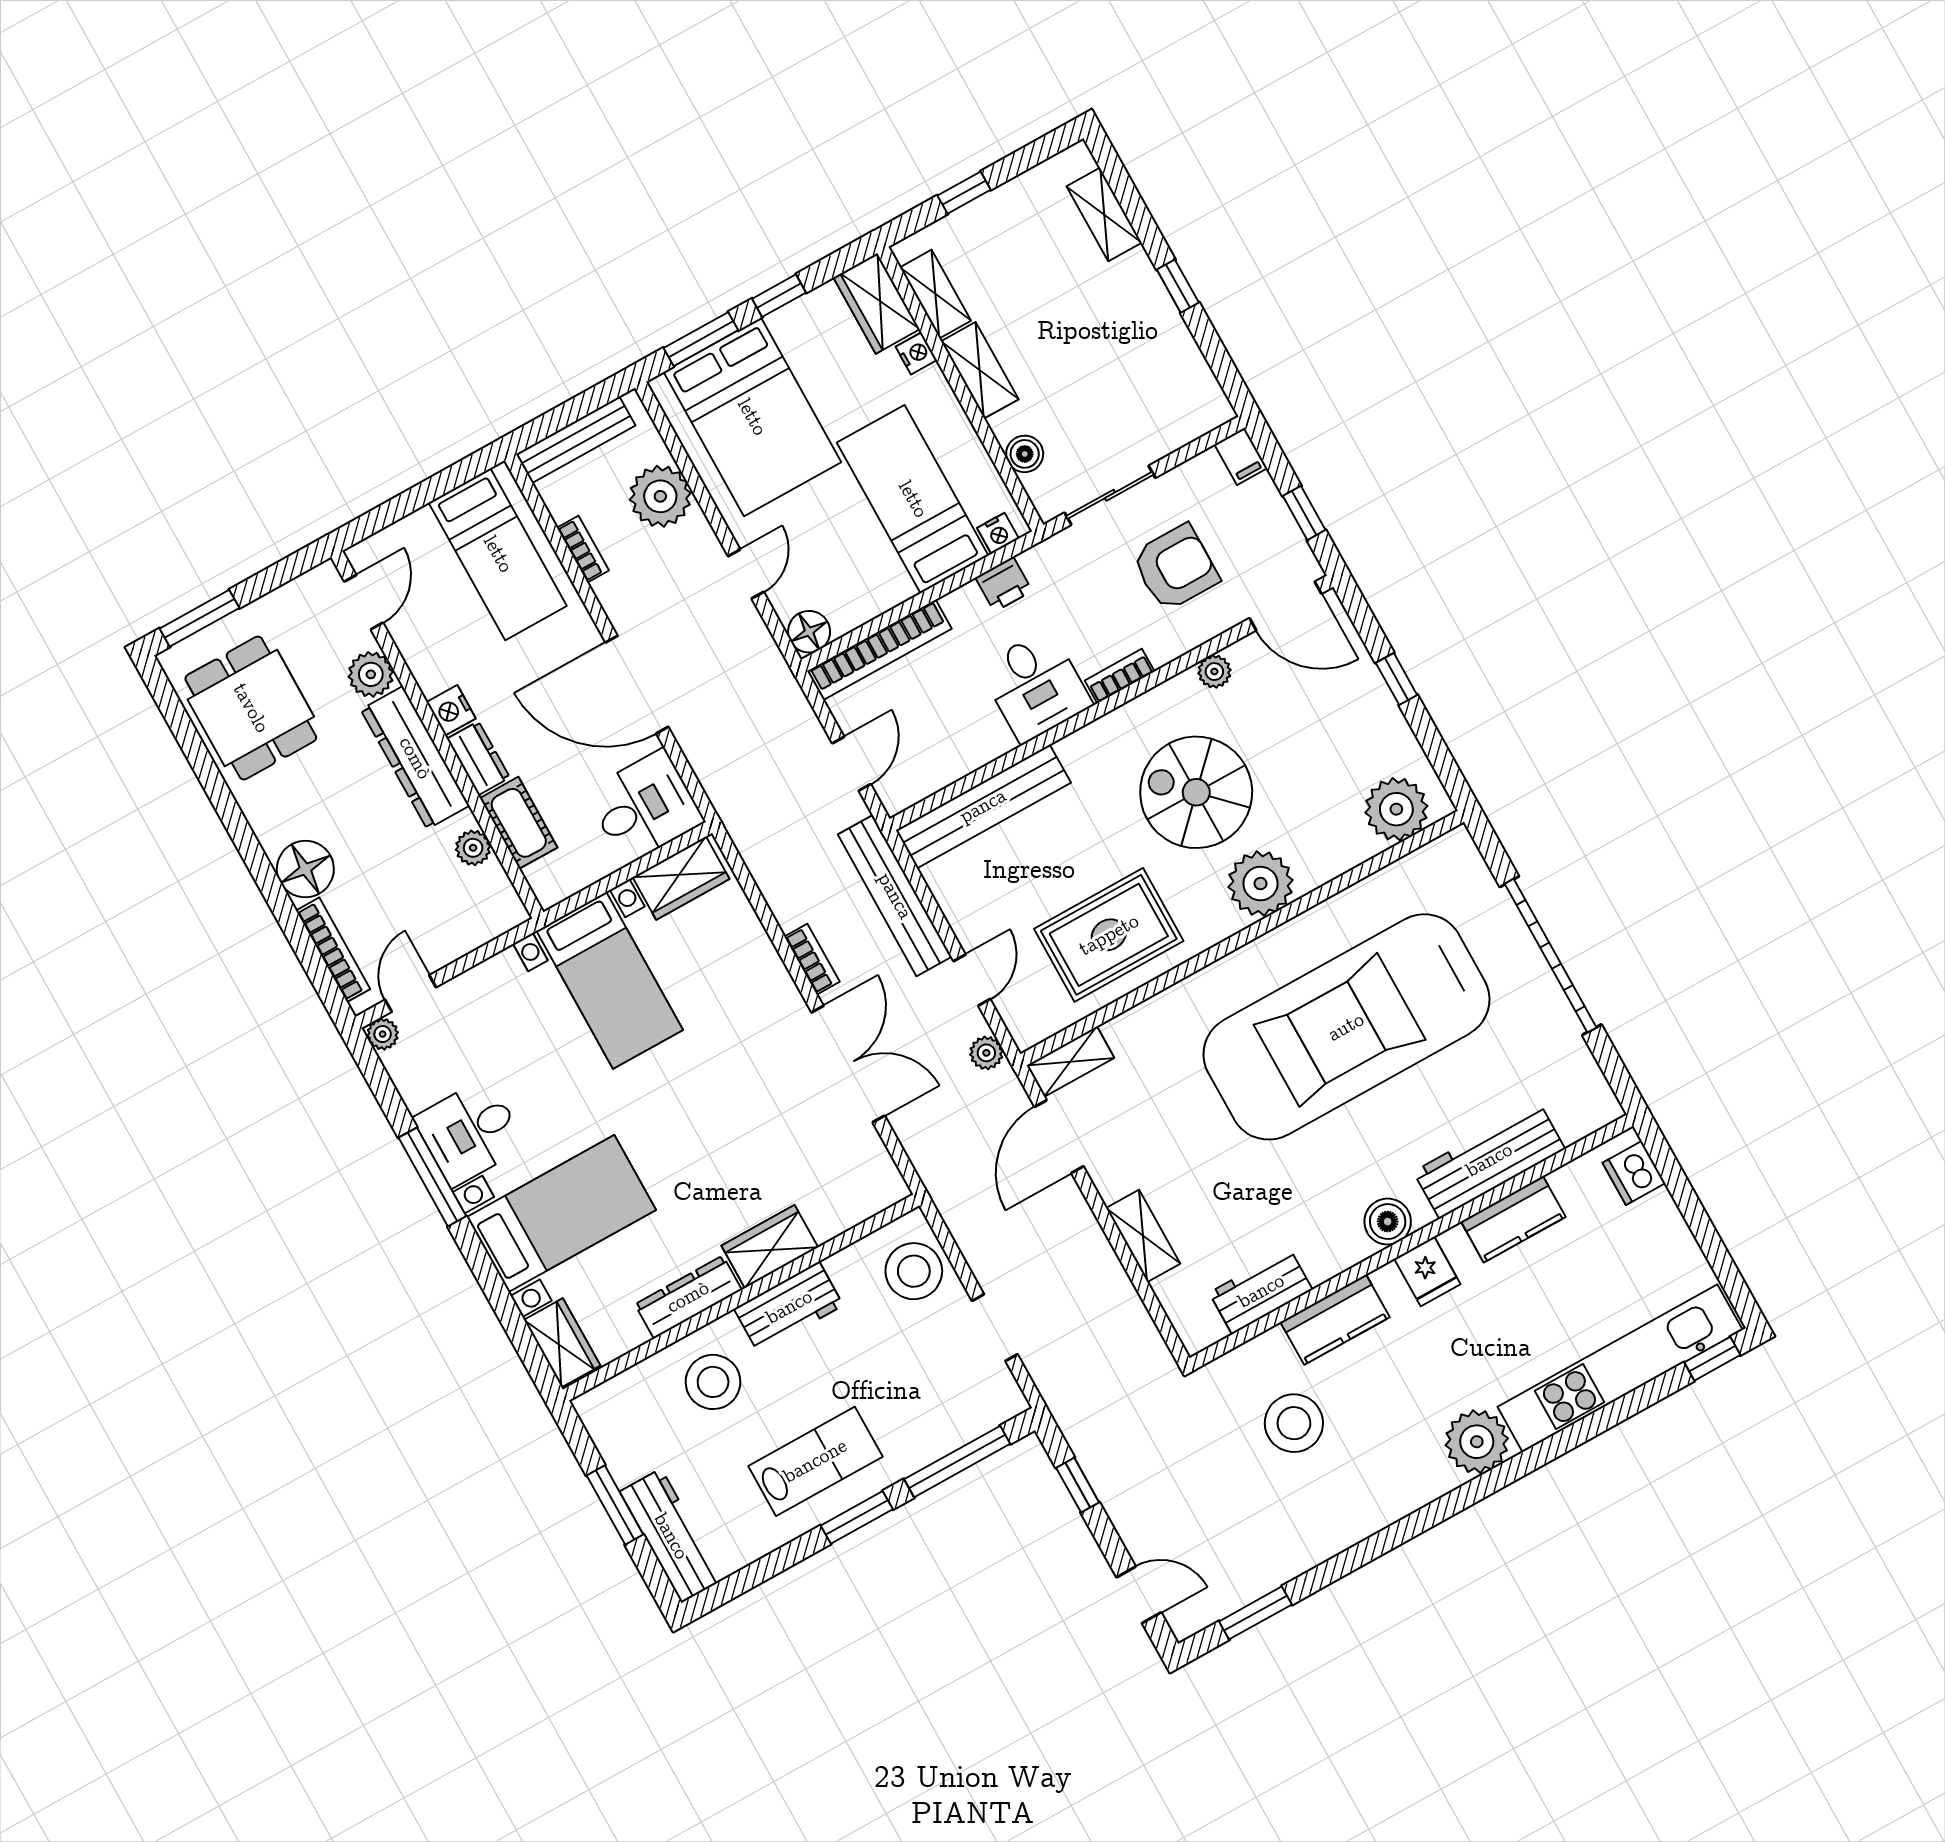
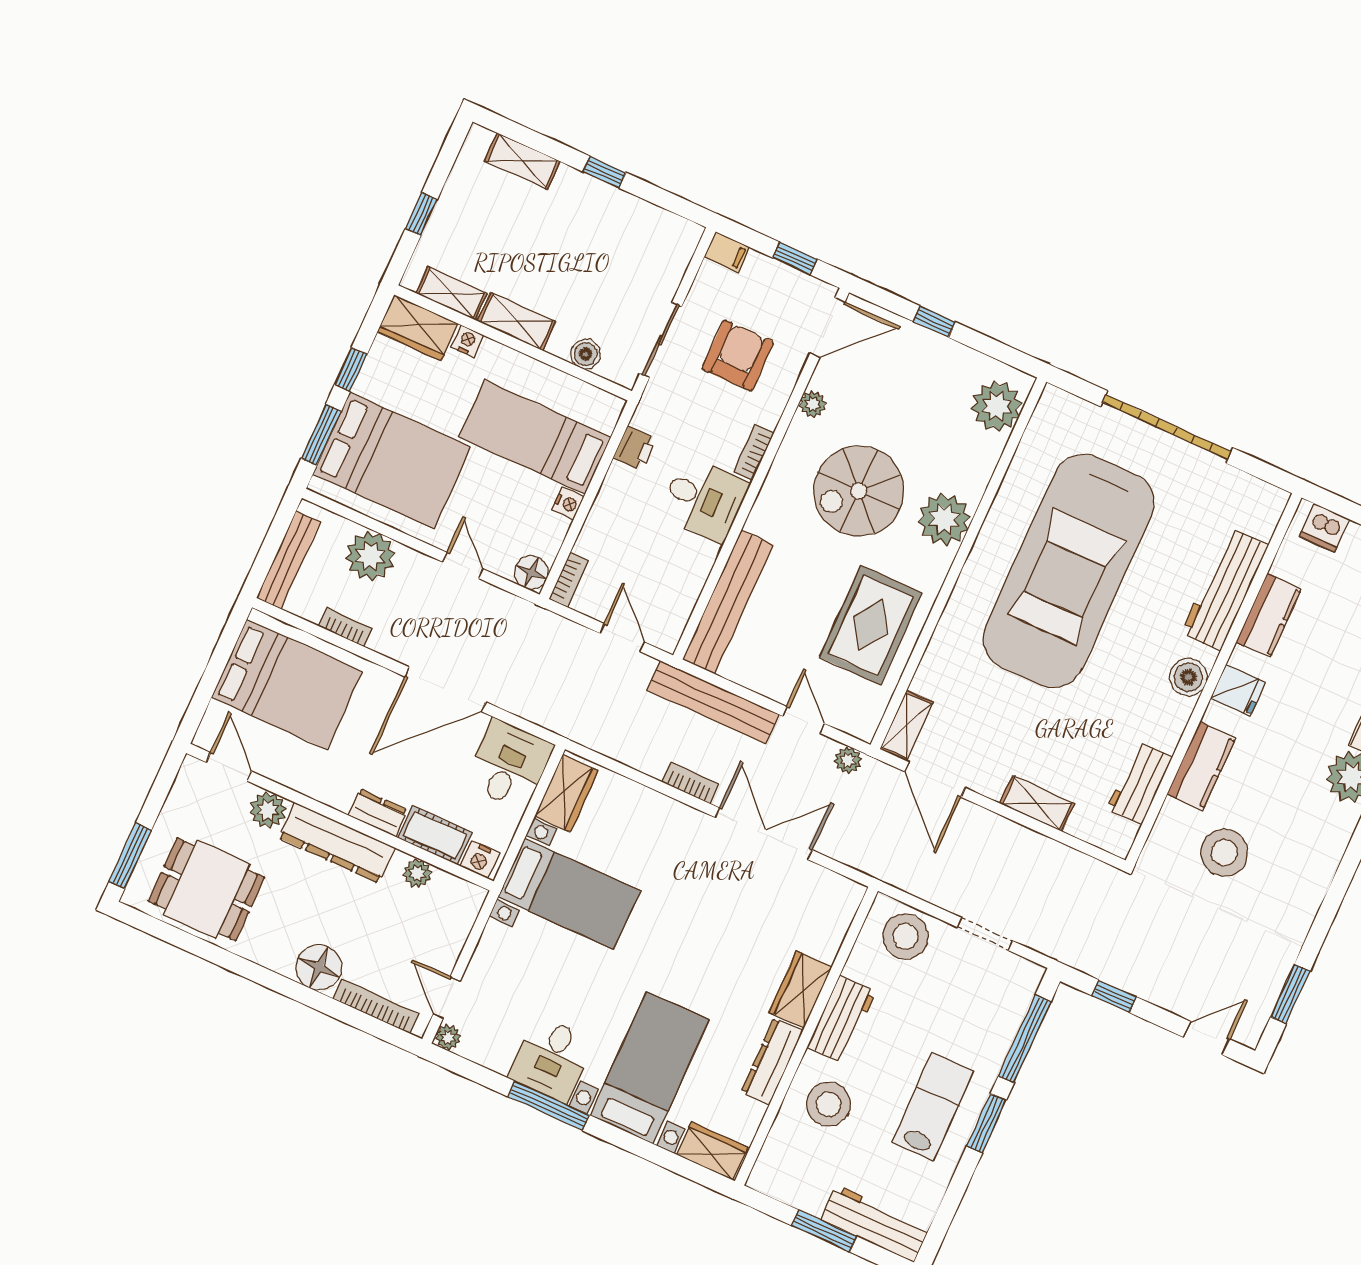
nightstand: (998, 533) -> (568, 503), moved
bed: (498, 554) -> (287, 684), width x1.50
bookcase: (879, 650) -> (569, 580), width x0.43, depth x0.76
nightstand: (451, 710) -> (480, 859), moved

